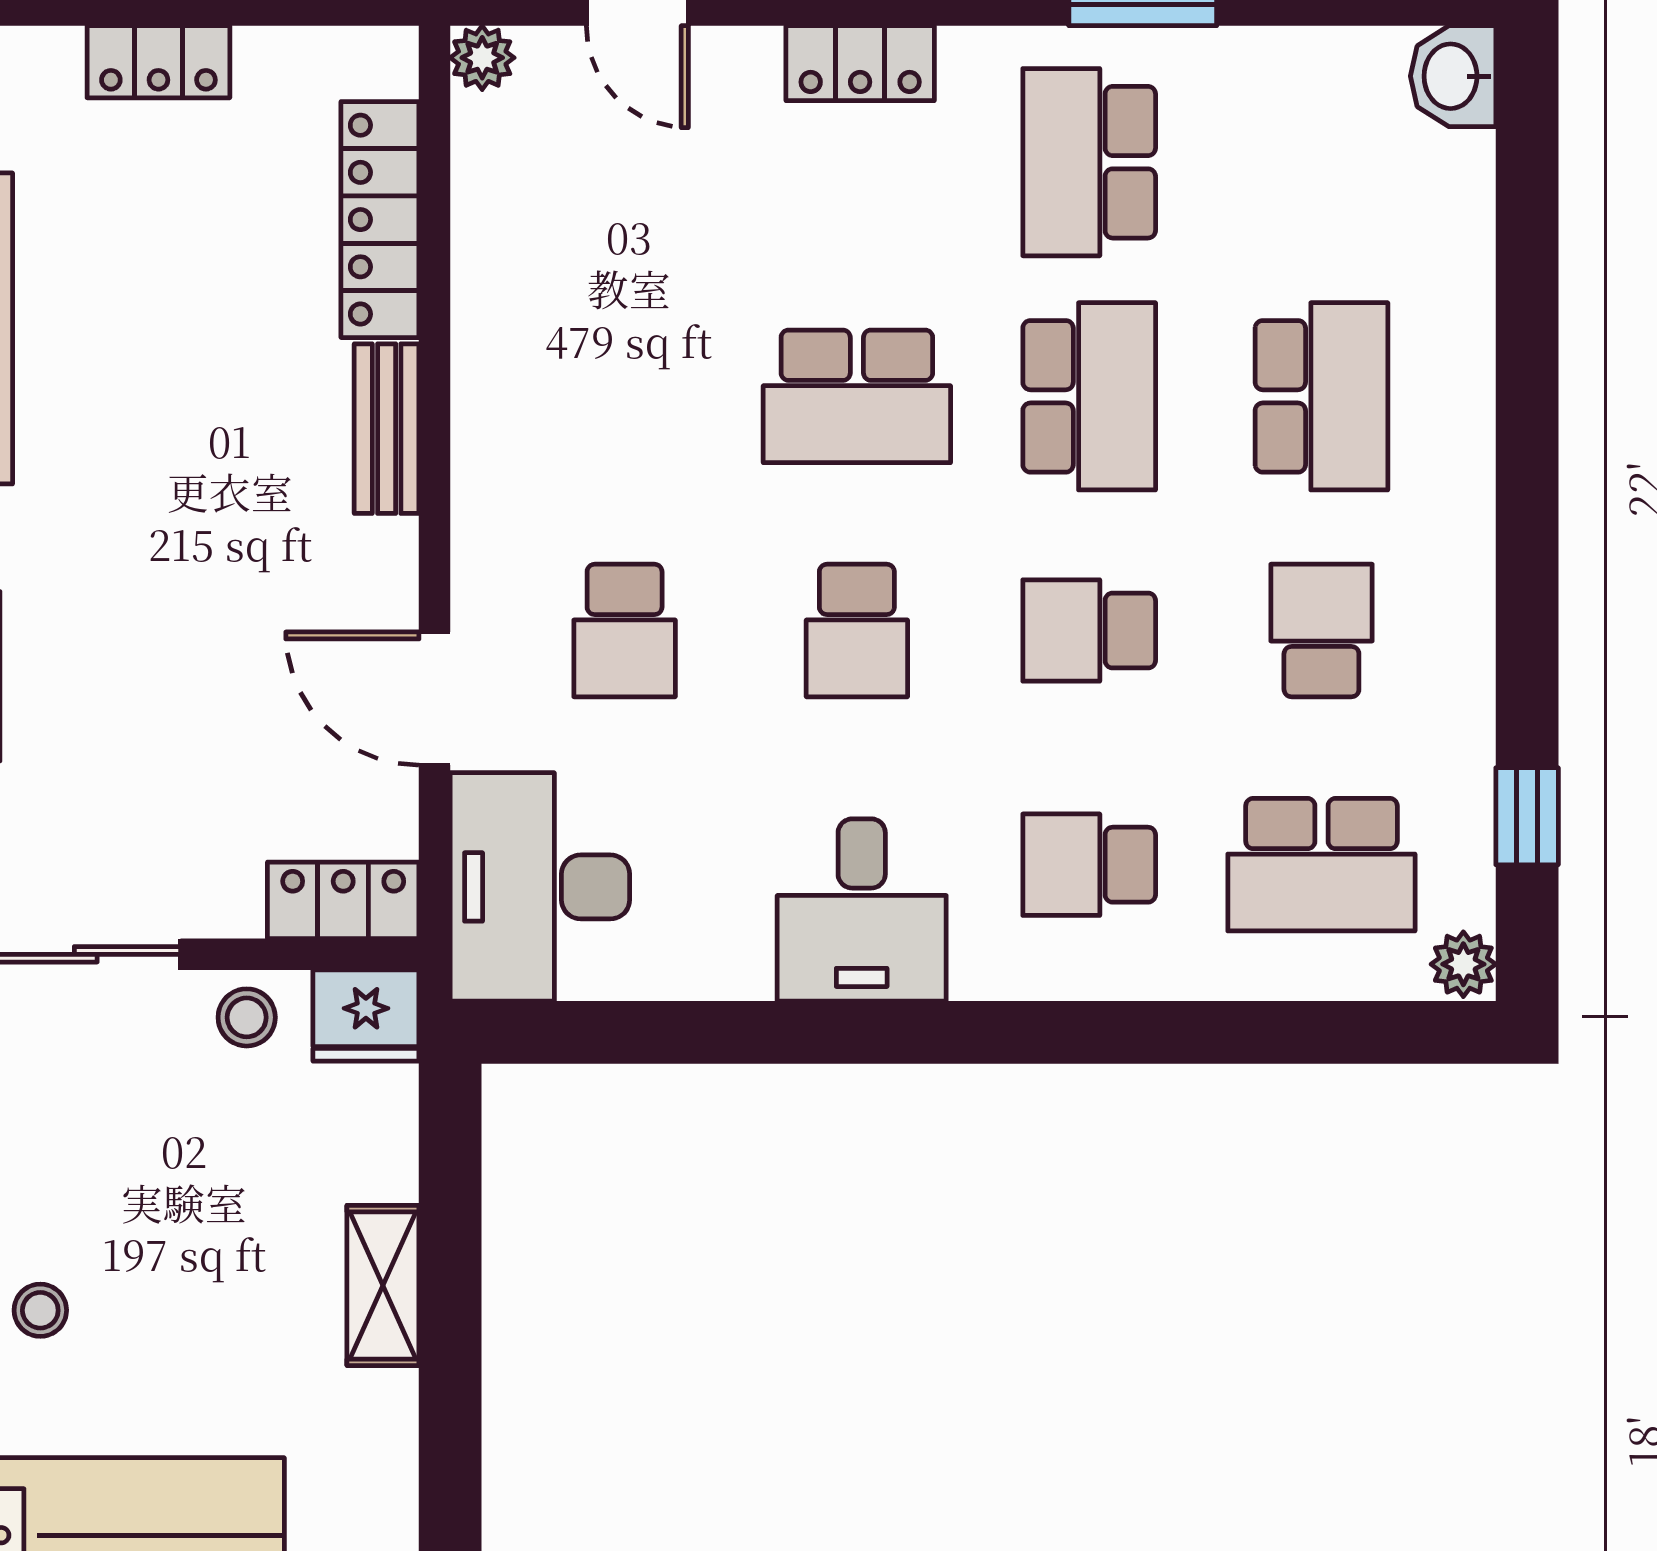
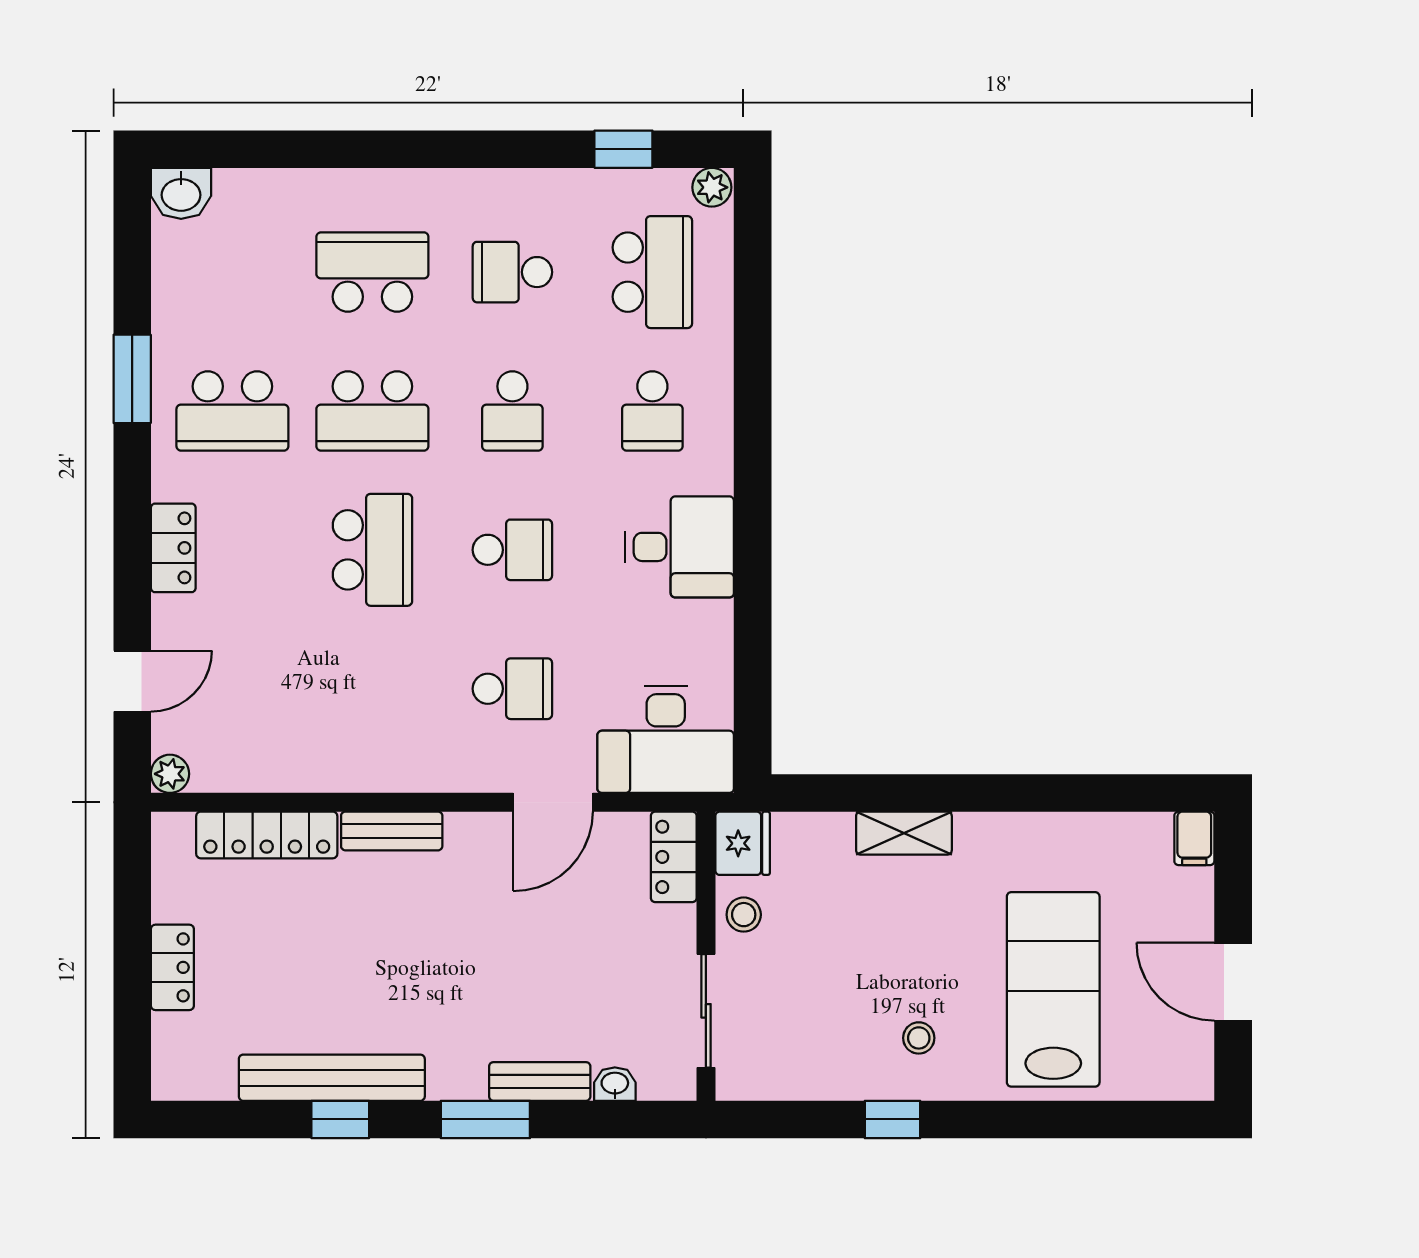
school desk: (1089, 396) -> (372, 411), turned 180

